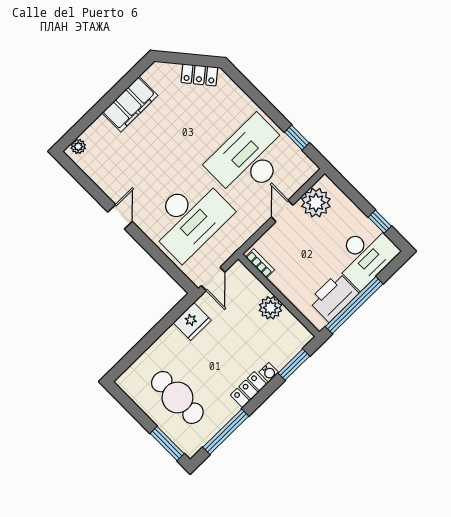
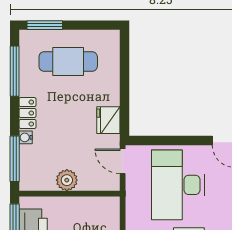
bookcase: (260, 263) -> (103, 202), removed
window: (294, 365) -> (15, 159), width x1.44

